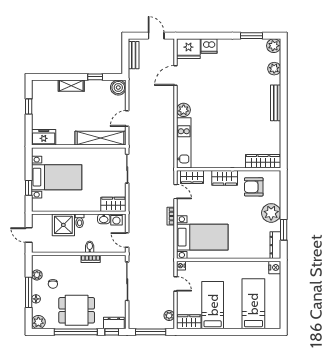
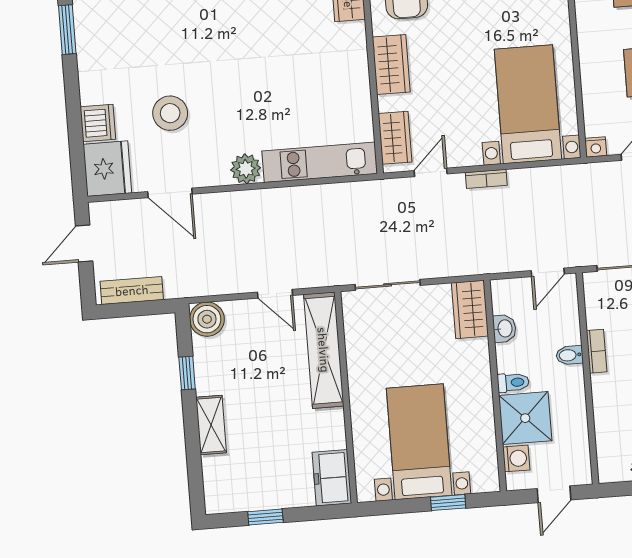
stool: (211, 78) -> (170, 113), added
washing machine: (116, 220) -> (516, 458), moved

